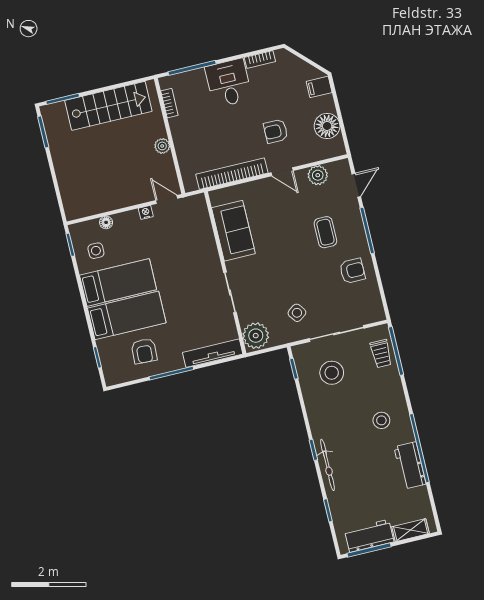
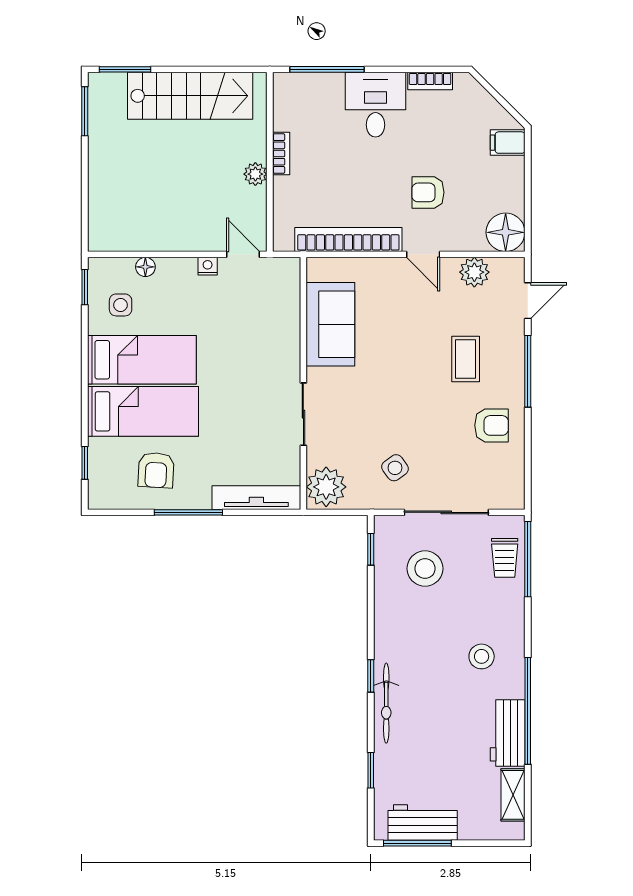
bookcase: (169, 103) -> (281, 154), moved
floor lamp: (327, 126) -> (506, 232), moved
shelving: (411, 530) -> (513, 795), moved, turned 90

